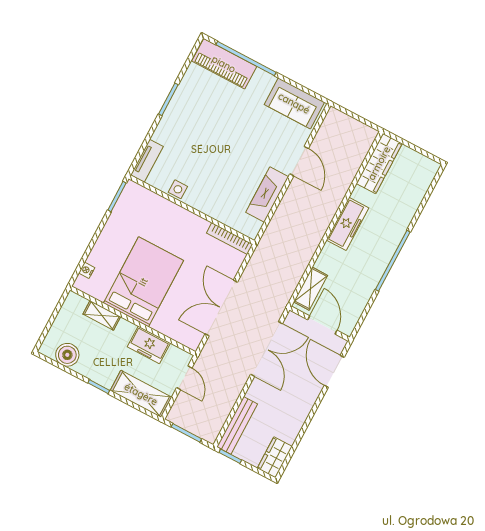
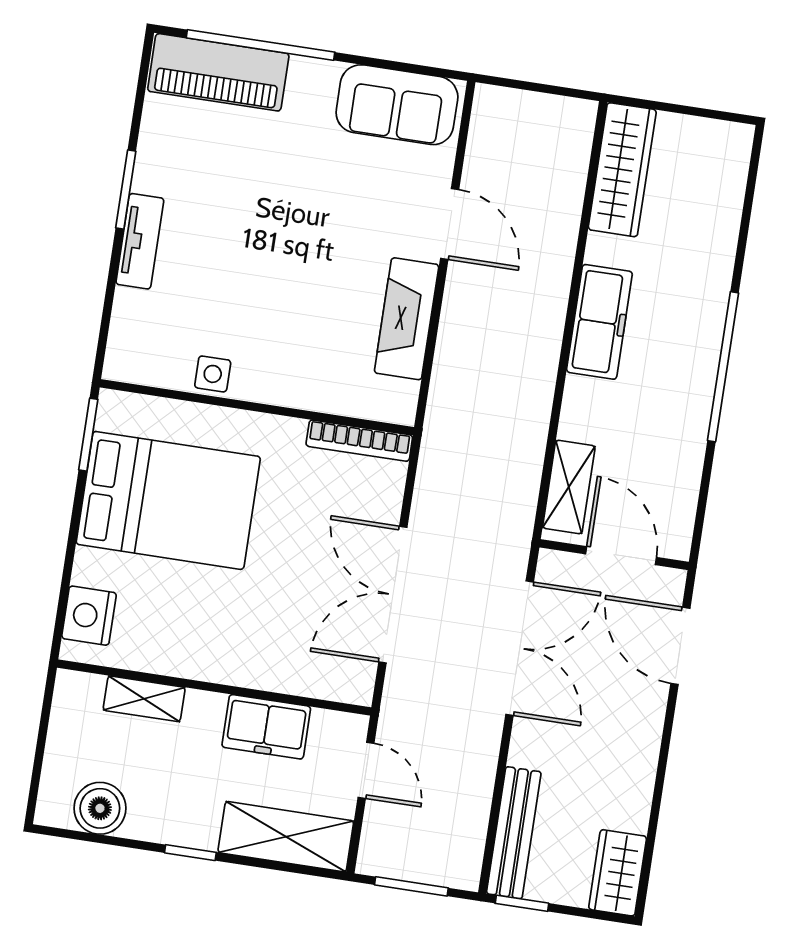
tv unit: (147, 161) -> (140, 241), moved
nightstand: (87, 270) -> (89, 616), width x1.89, depth x1.79
bed: (143, 282) -> (168, 500), moved, turned 90

